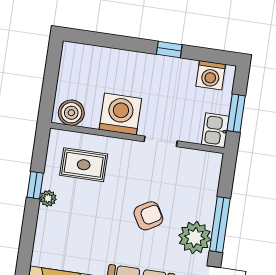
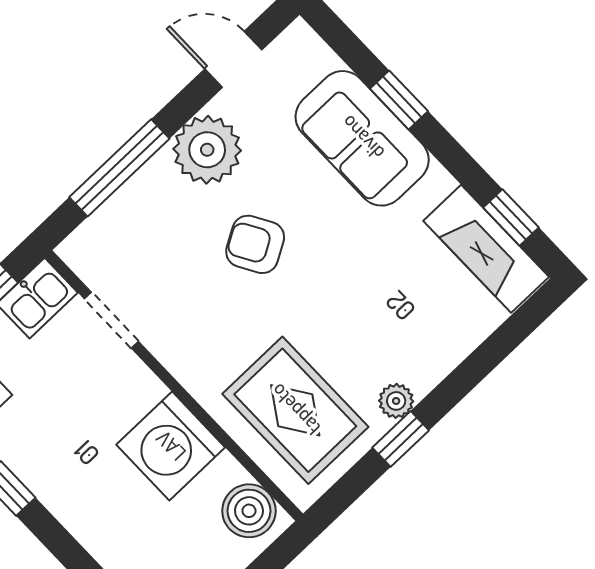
doorway: (161, 141) -> (111, 320), moved
rug: (84, 165) -> (295, 410), width x1.36, depth x1.43
window: (220, 225) -> (119, 168), moved

